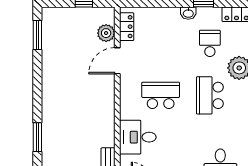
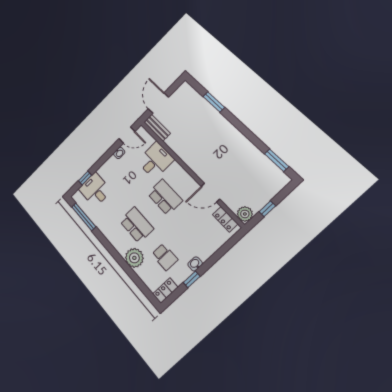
plant: (106, 33) -> (245, 214), moved
door: (117, 61) -> (210, 193), swing flipped
school desk: (161, 95) -> (165, 197), turned -90

